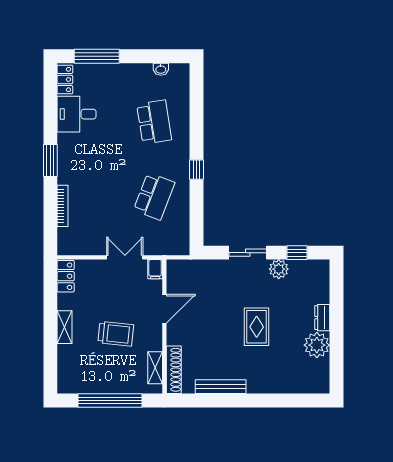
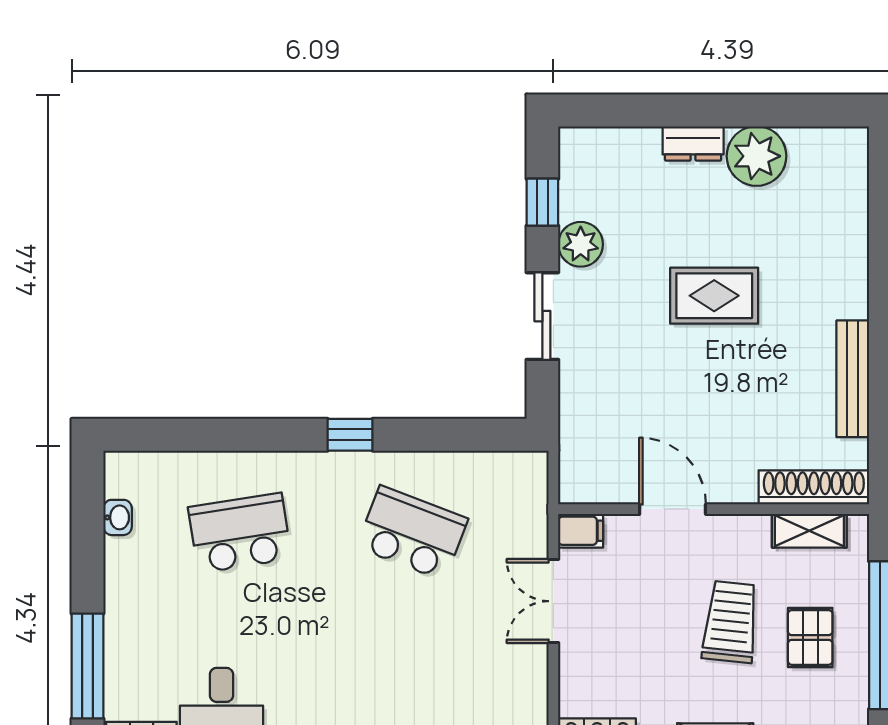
pallet: (109, 368) -> (810, 637), added

